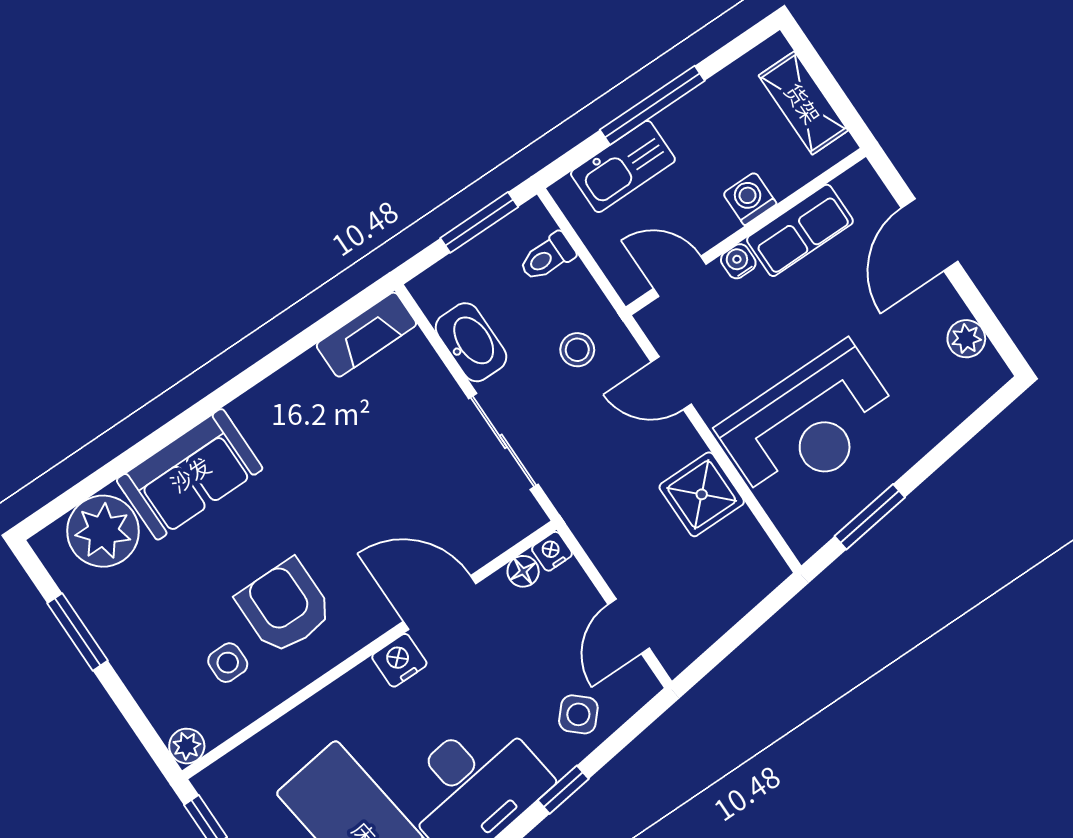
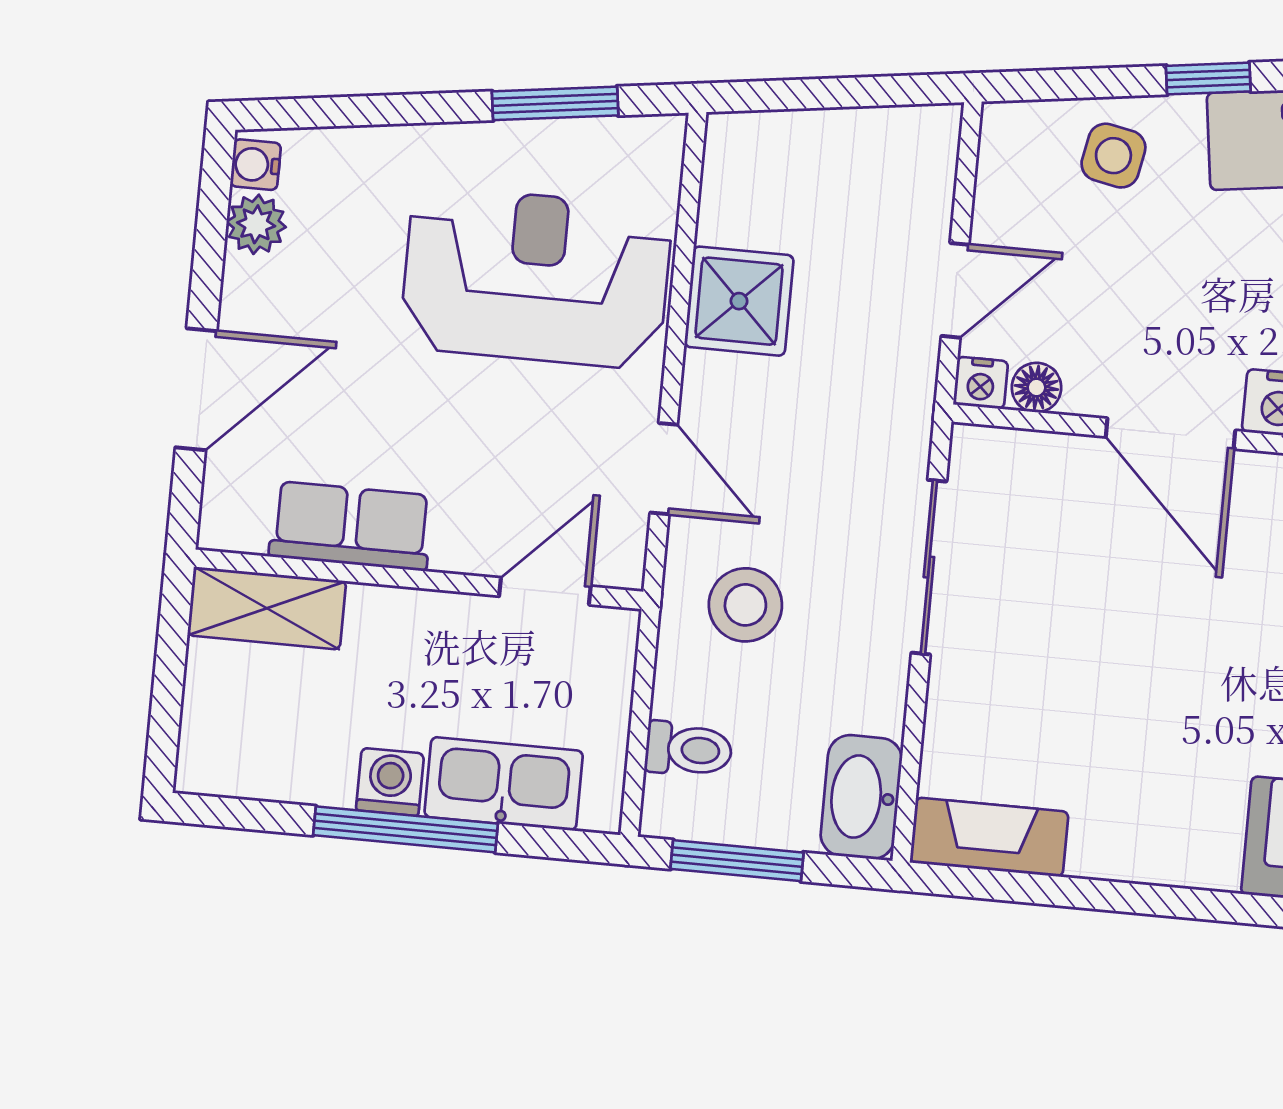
shelving: (803, 103) -> (267, 608), moved, turned 90
washing machine: (750, 199) -> (390, 782), moved, turned 180
water cooler: (738, 261) -> (256, 165), moved, turned 90
door: (680, 276) -> (545, 591), swing flipped
washbasin: (471, 342) -> (861, 797), moved
stool: (577, 350) -> (745, 605), width x1.37, depth x1.37
door: (629, 626) -> (955, 290), moved
side table: (578, 714) -> (1113, 156), turned -31

